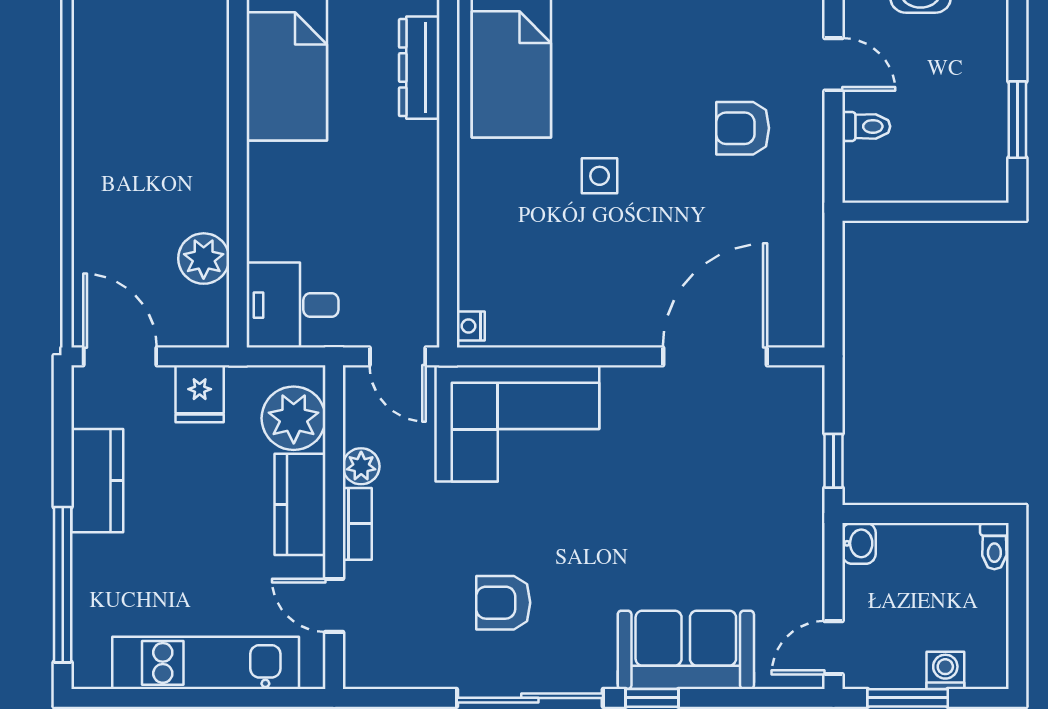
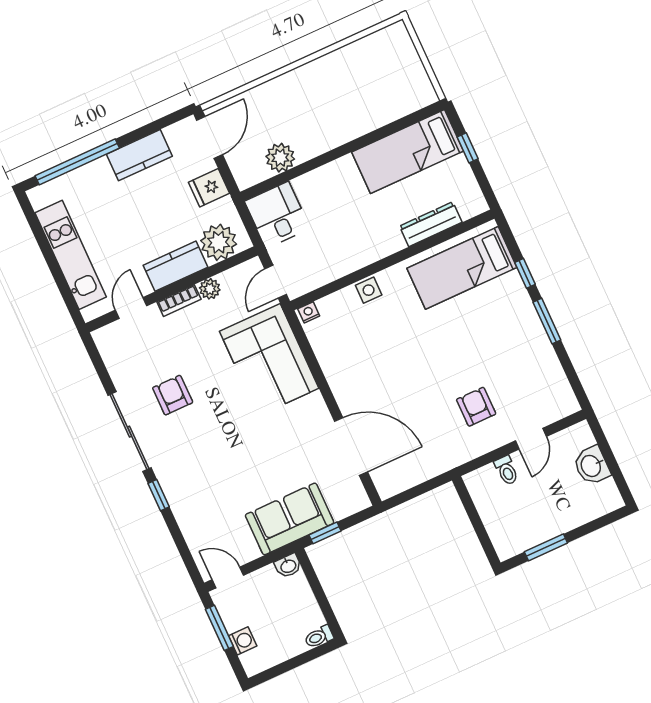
side table: (600, 176) -> (369, 290), moved
sofa: (686, 650) -> (290, 519), moved, turned -90

